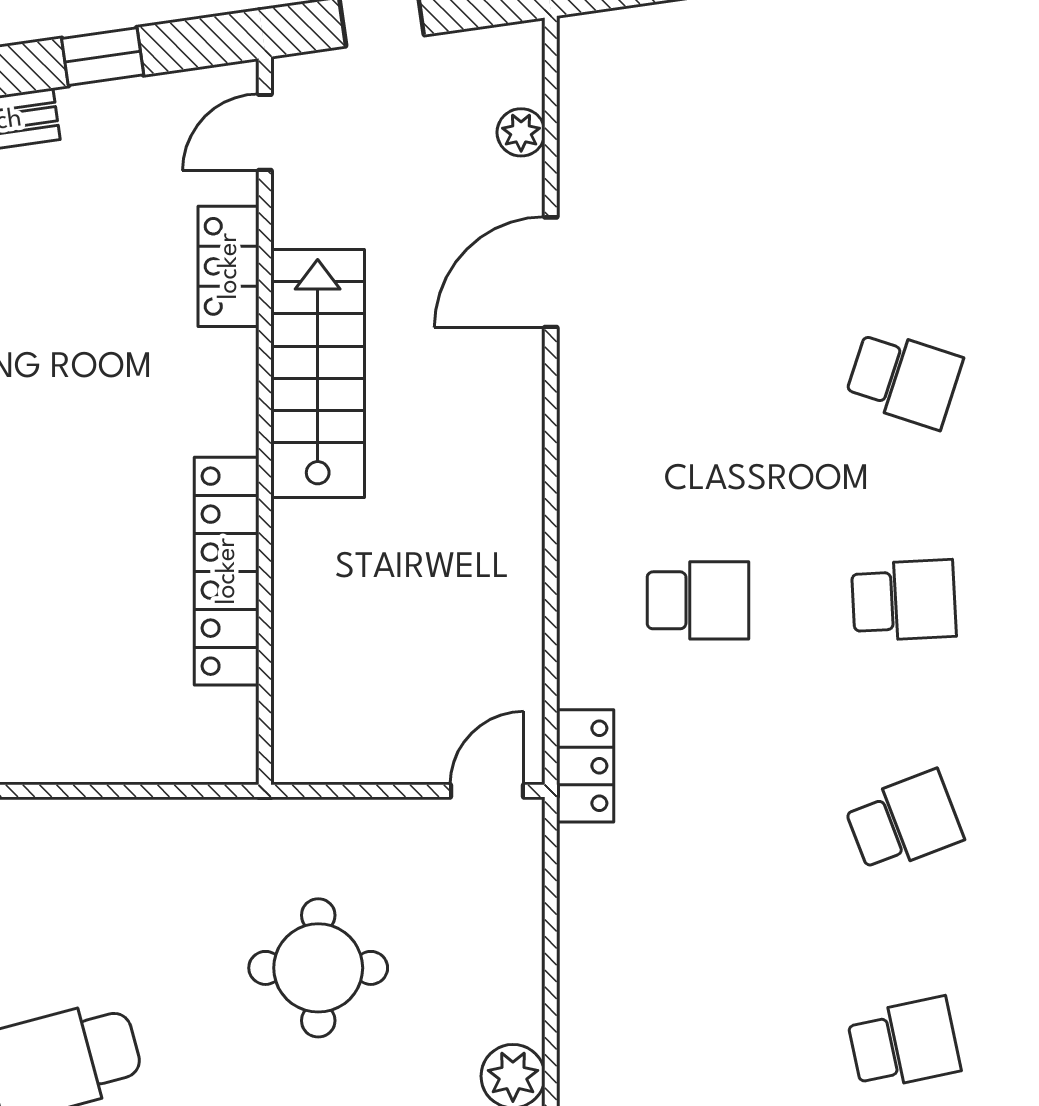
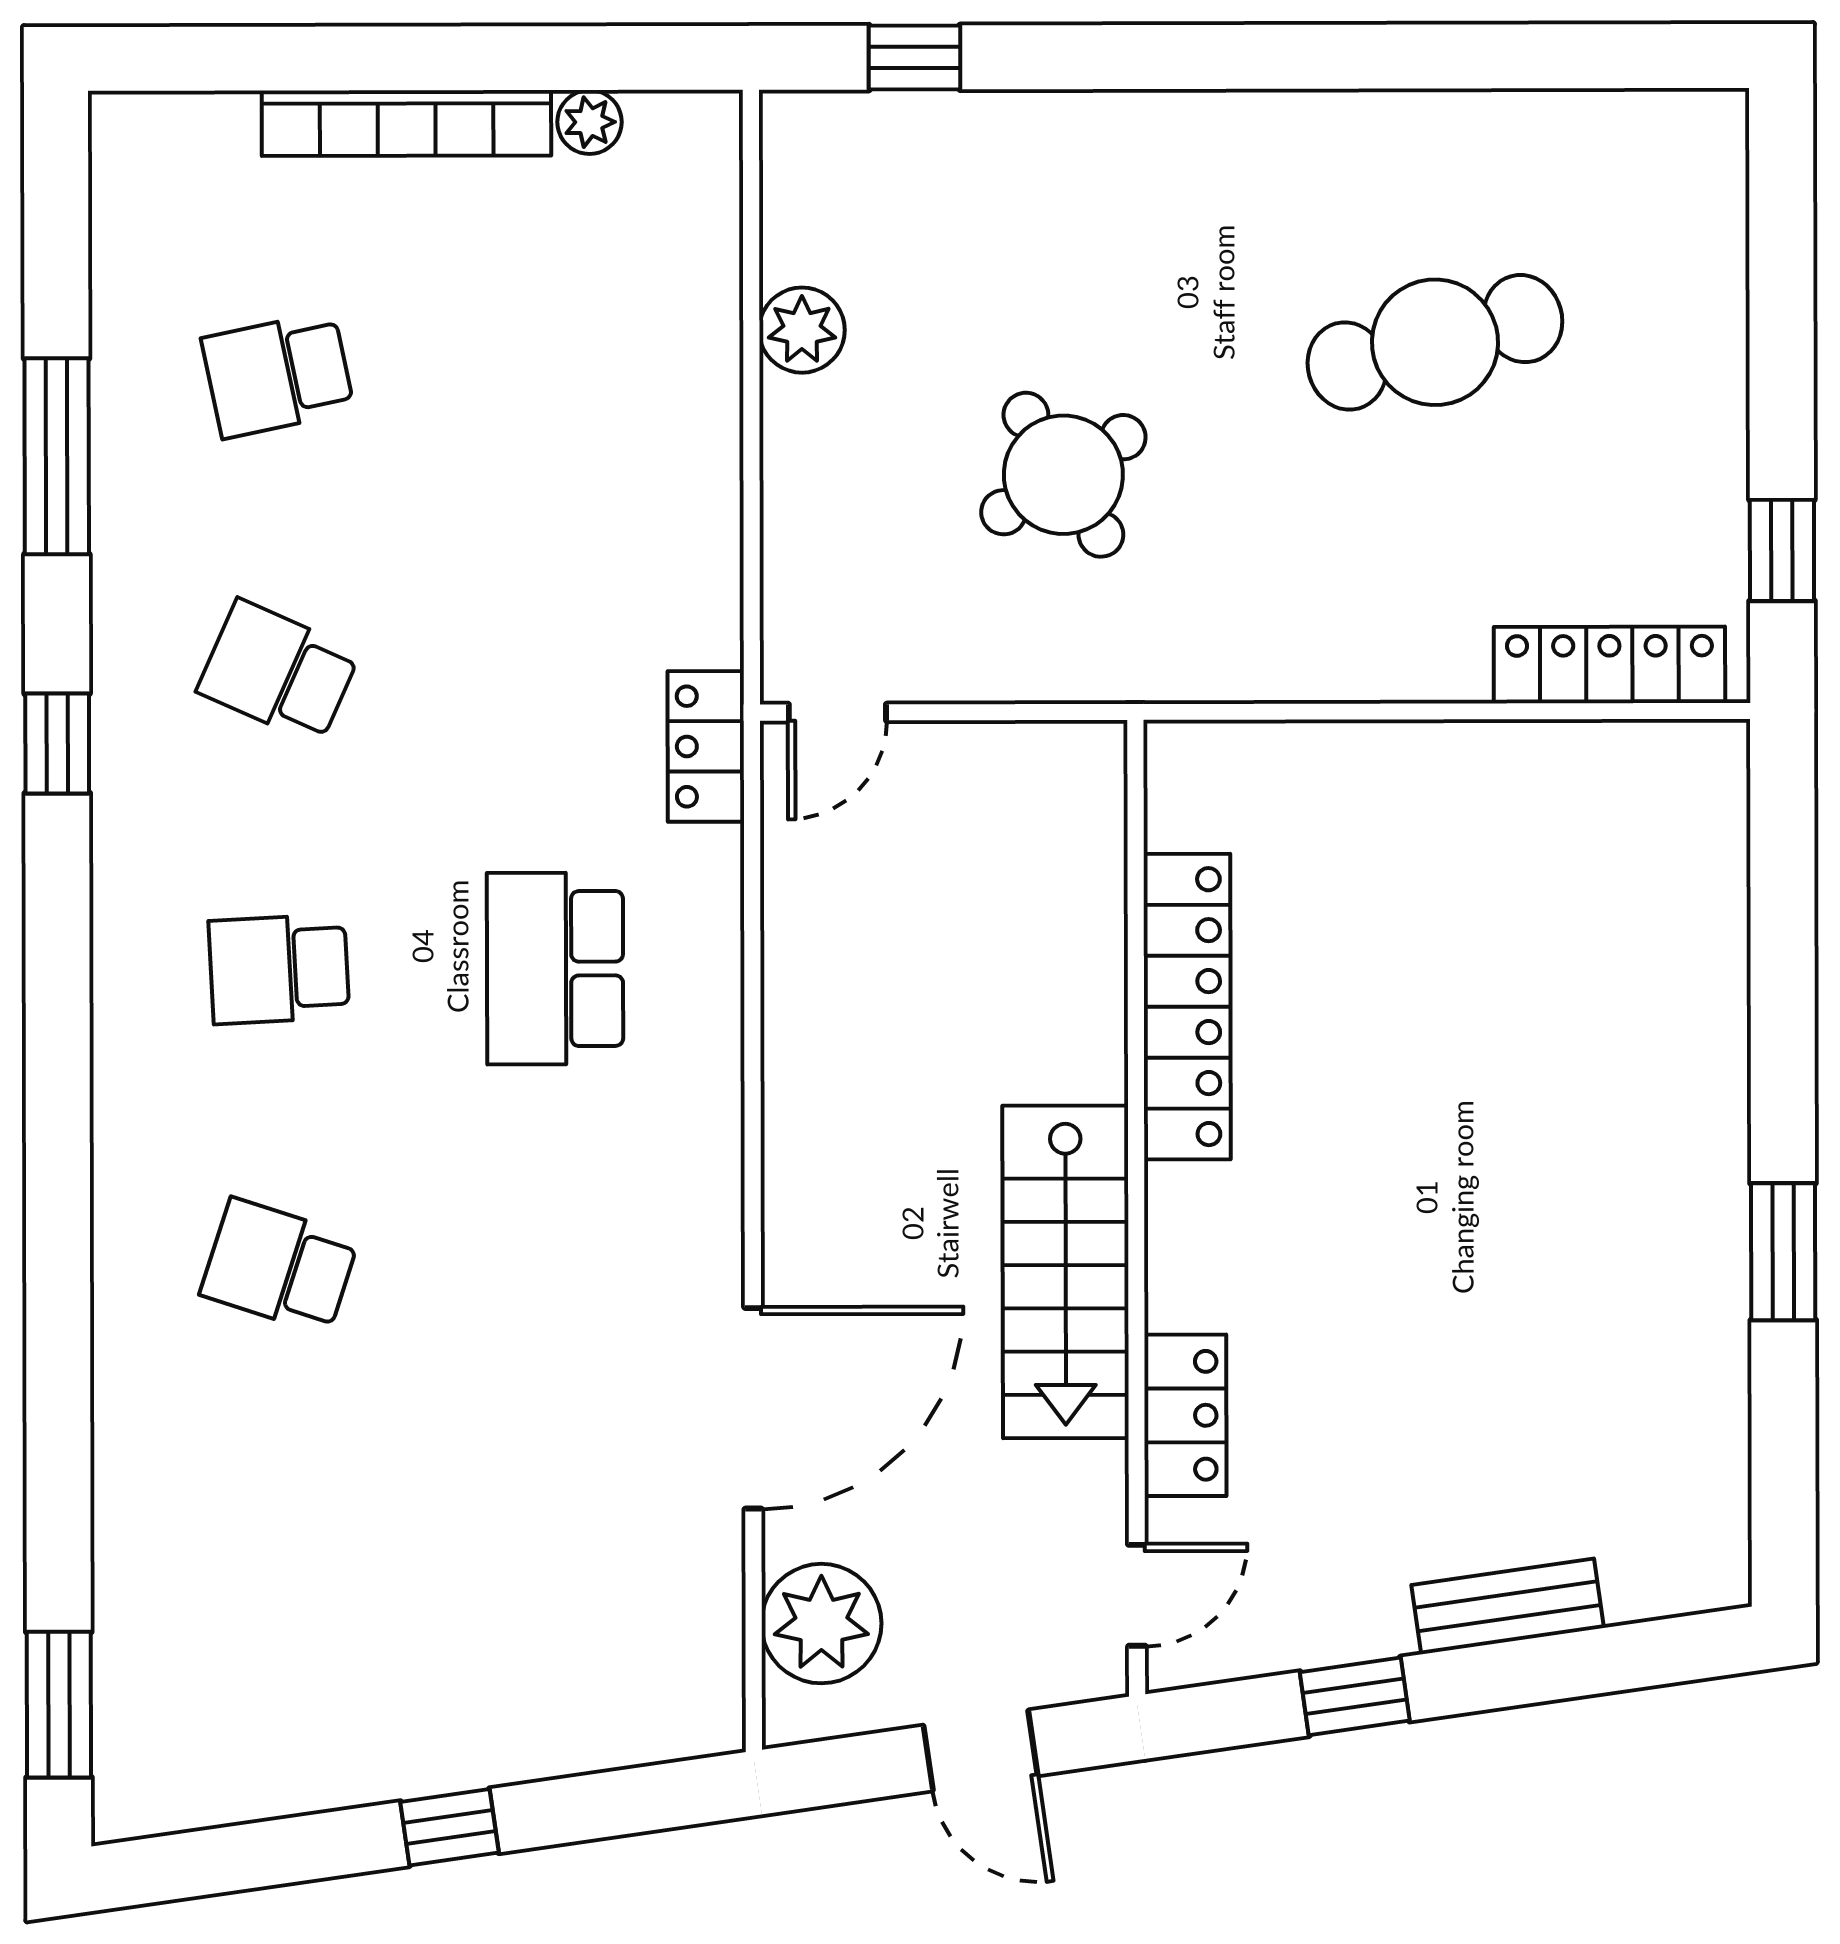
plant: (521, 132) -> (821, 1624), width x1.88, depth x1.88
door: (551, 272) -> (753, 1408), width x1.36
school desk: (698, 600) -> (555, 969), width x1.85
school desk: (904, 822) -> (278, 672), turned 45
round table: (318, 968) -> (1063, 475), turned -32

